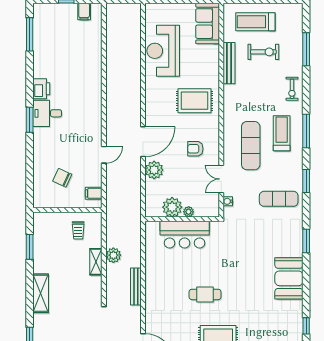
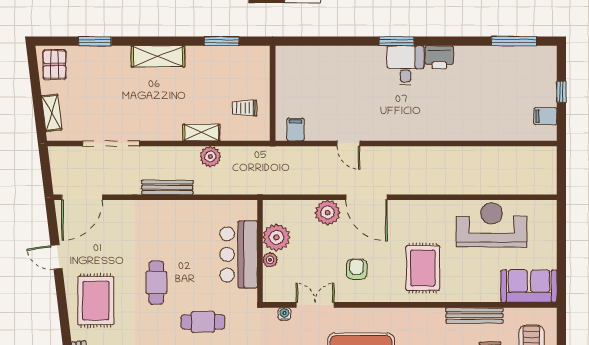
chair: (62, 178) -> (317, 86), removed
cafe table: (234, 261) -> (203, 322), added

